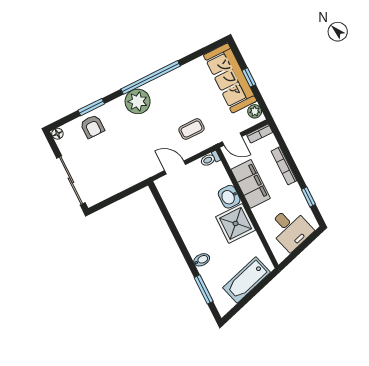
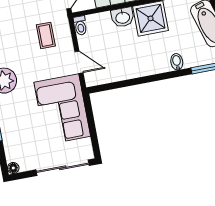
armchair: (92, 126) -> (16, 132), removed
corner sofa: (126, 164) -> (62, 109), added
door: (175, 168) -> (79, 62), swing flipped

